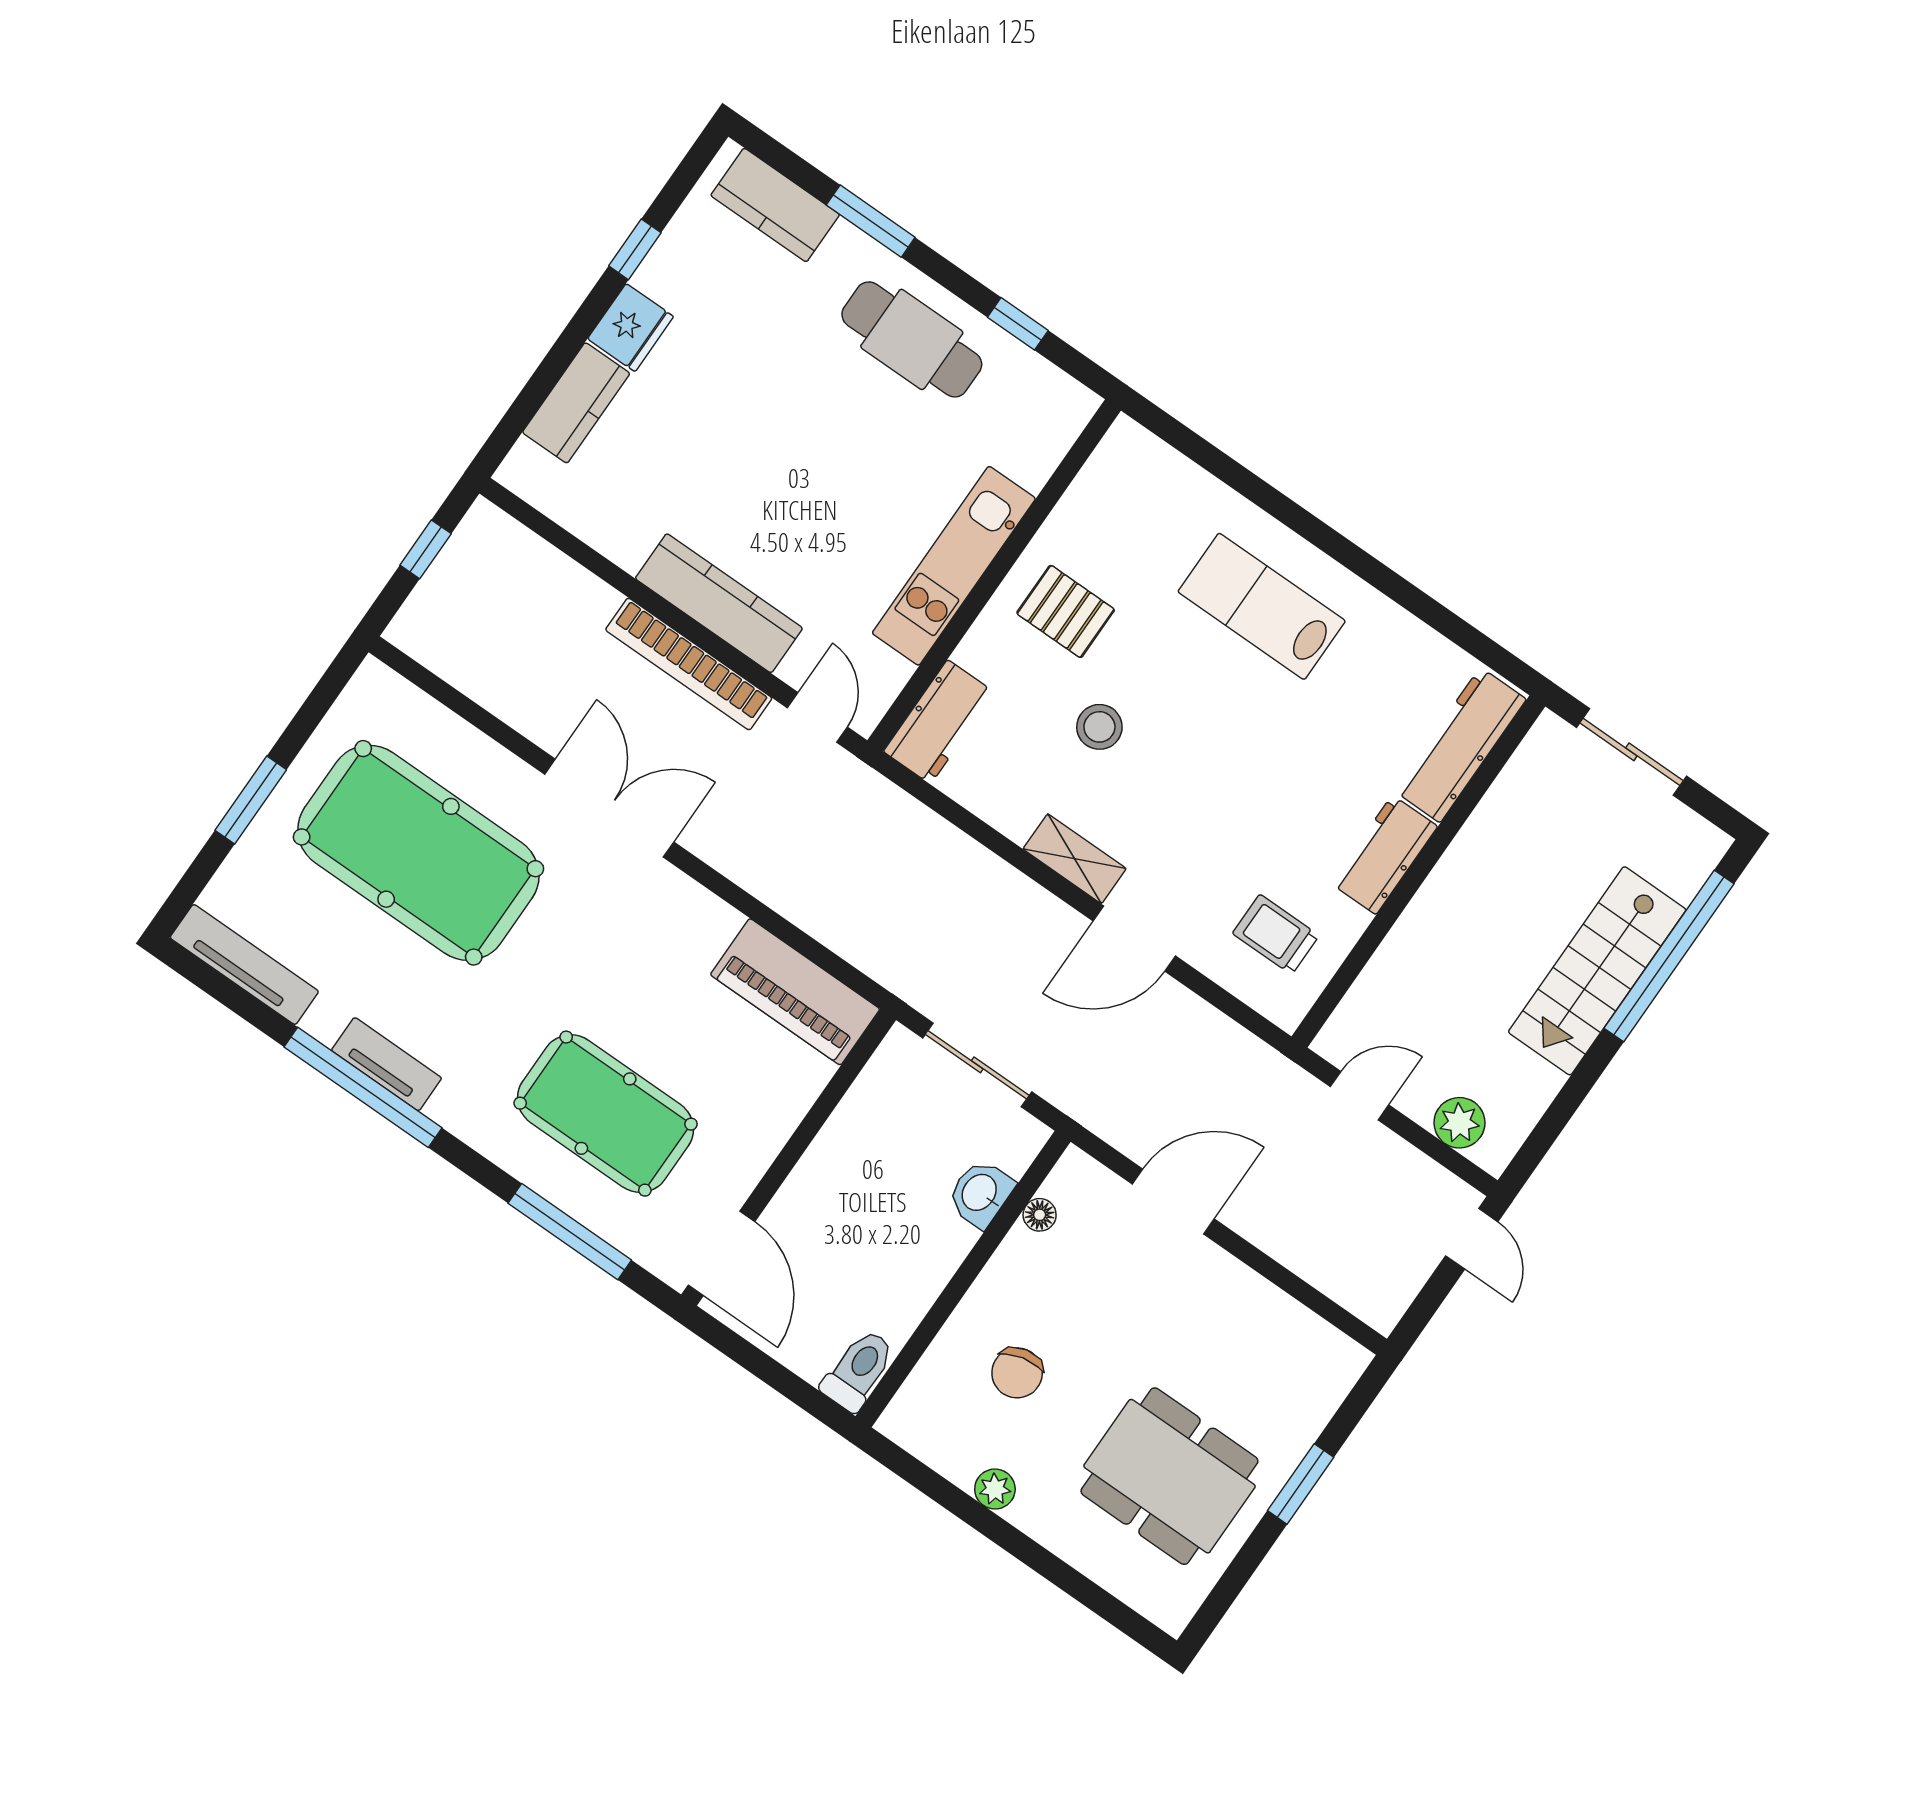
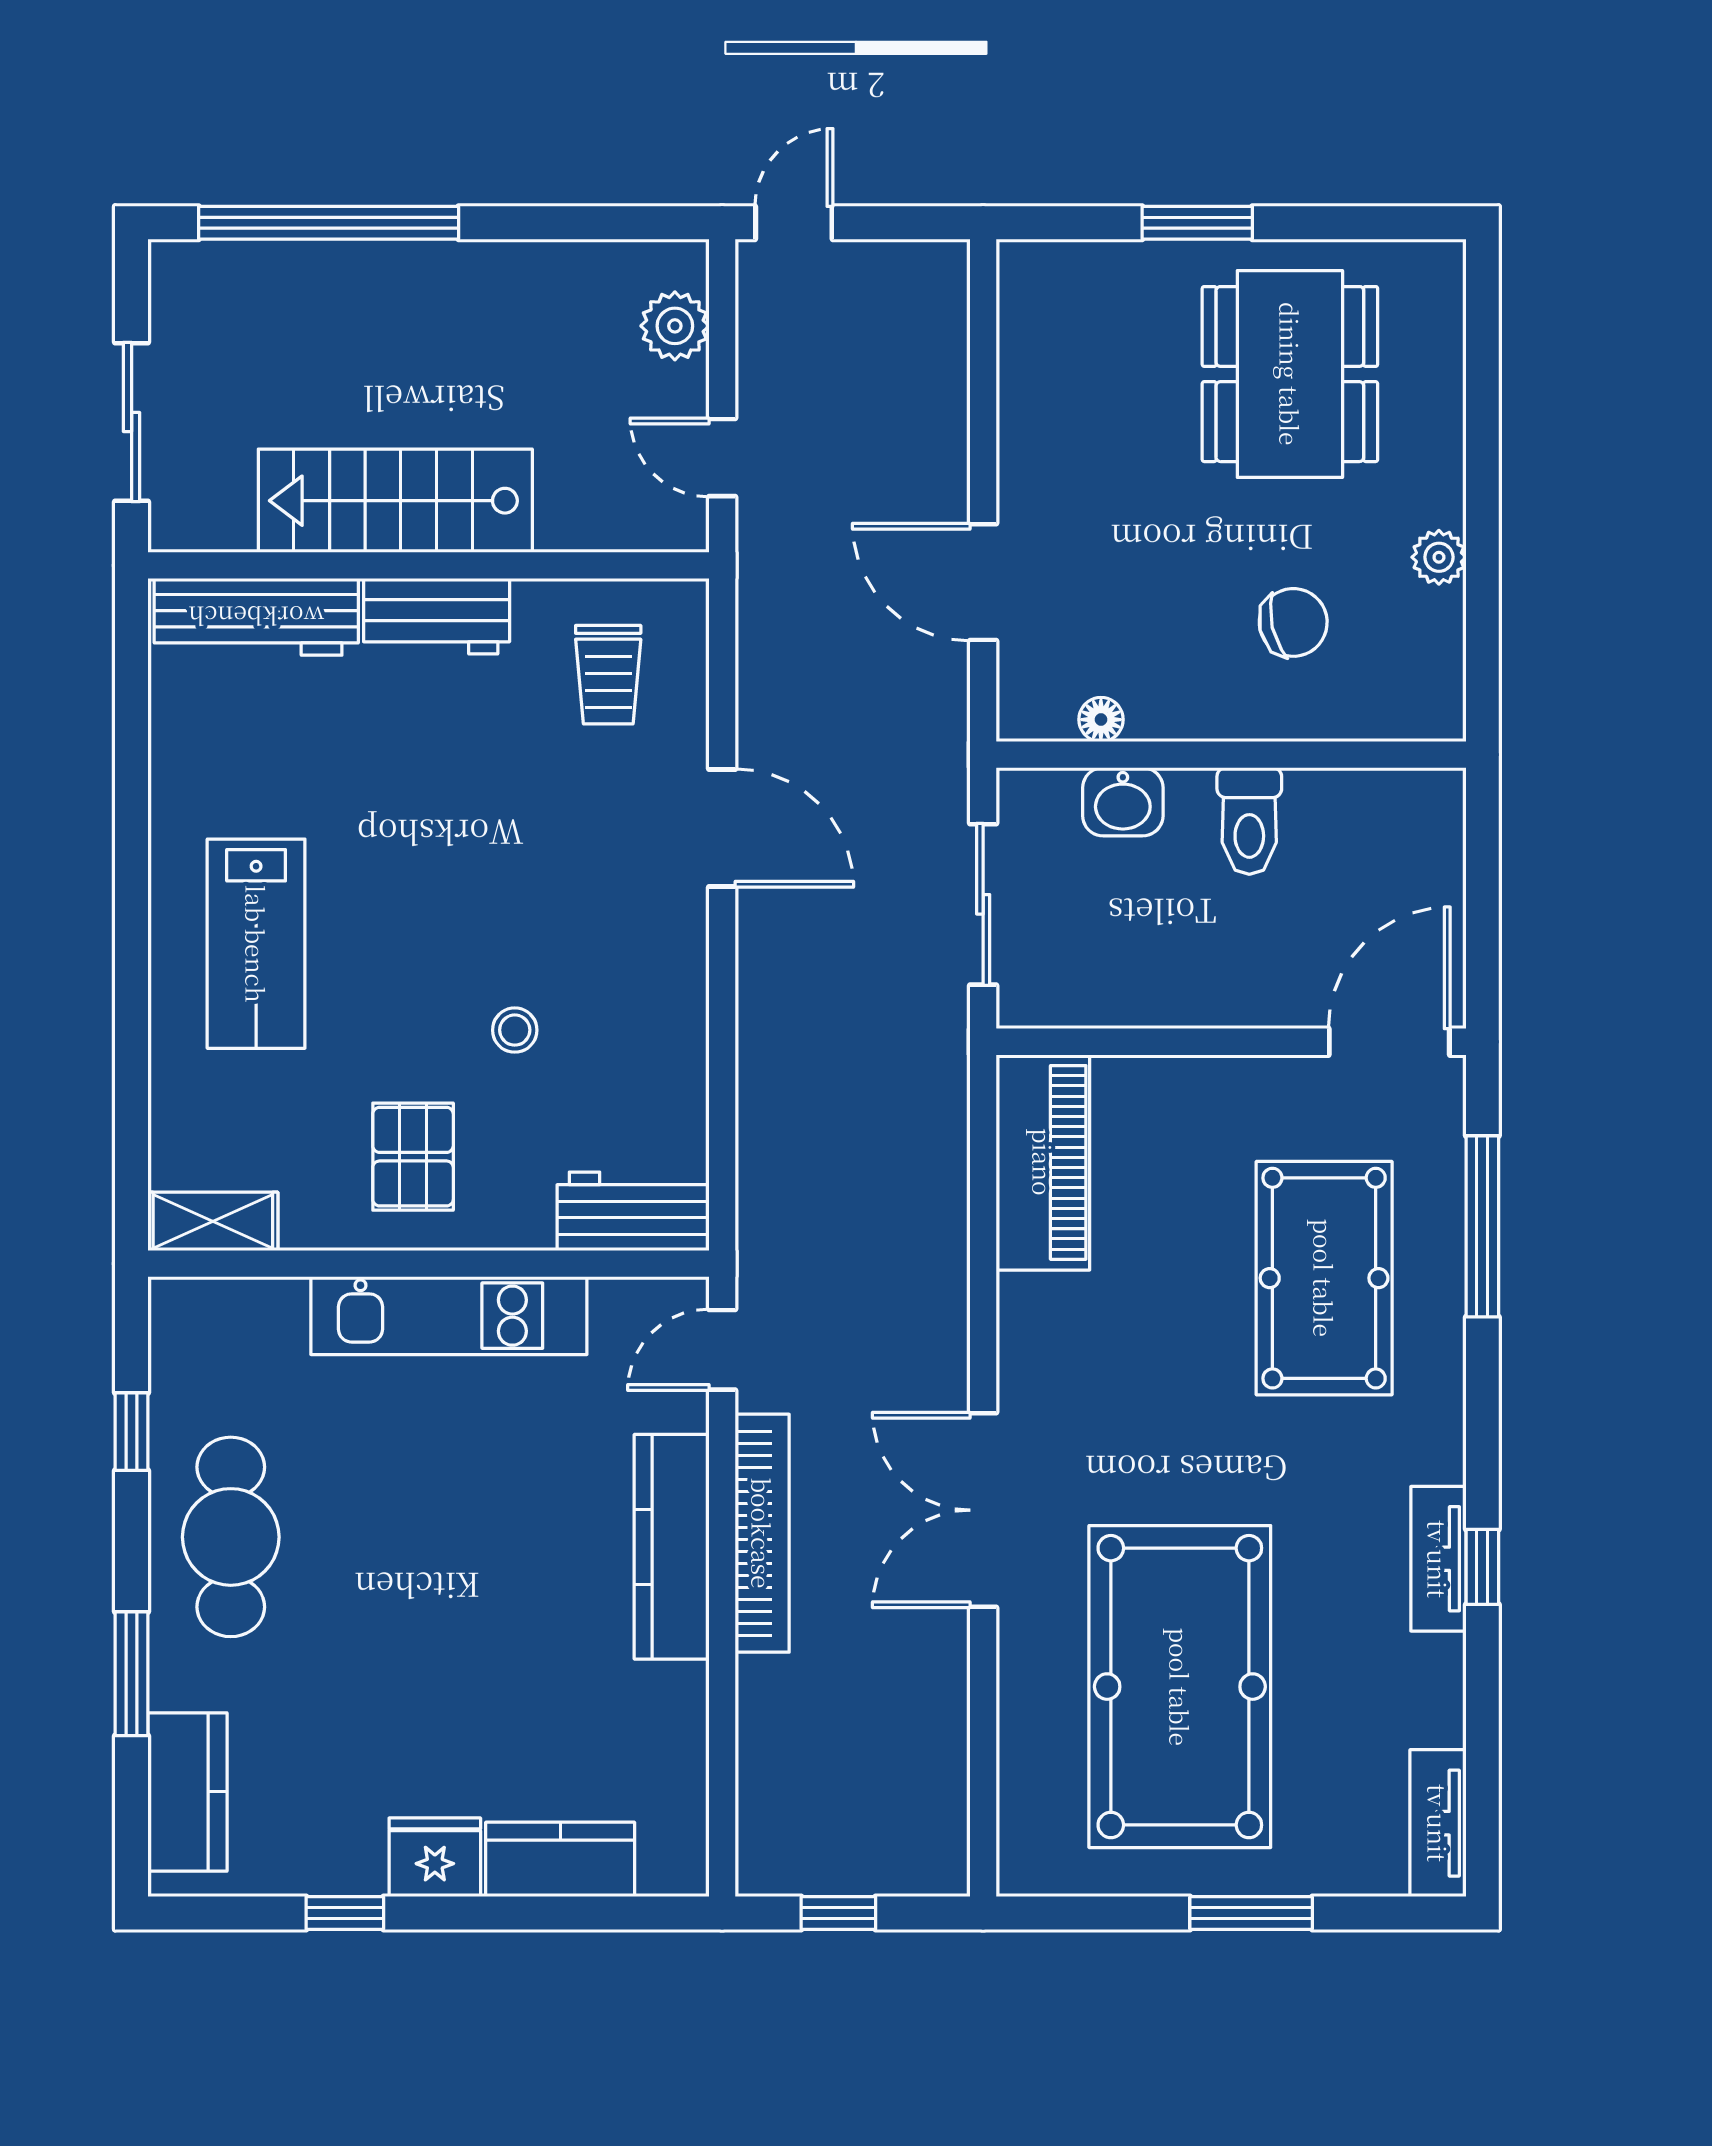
stool: (1099, 727) -> (515, 1030), width x0.73, depth x0.73
shelving: (1075, 859) -> (213, 1221), moved, turned 90
tv unit: (244, 964) -> (1438, 1823), width x0.71
stairs: (1597, 971) -> (395, 501), moved, turned 180
window: (363, 1087) -> (1482, 1567), width x0.32
toilet: (858, 1370) -> (1249, 821), moved, turned -90

